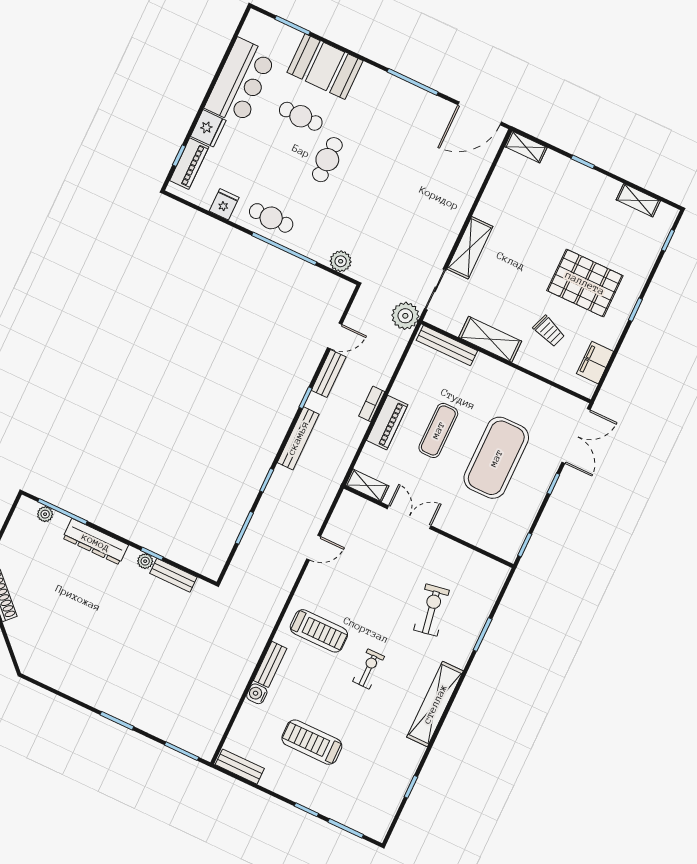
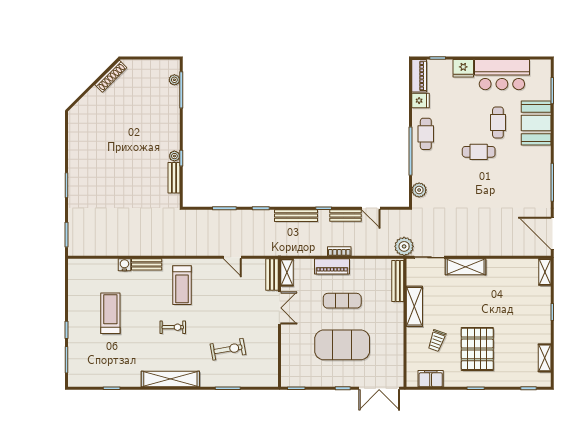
piano: (189, 164) -> (419, 76), moved, turned -90
dresser: (96, 542) -> (172, 119), removed
bench: (240, 767) -> (272, 275), moved

